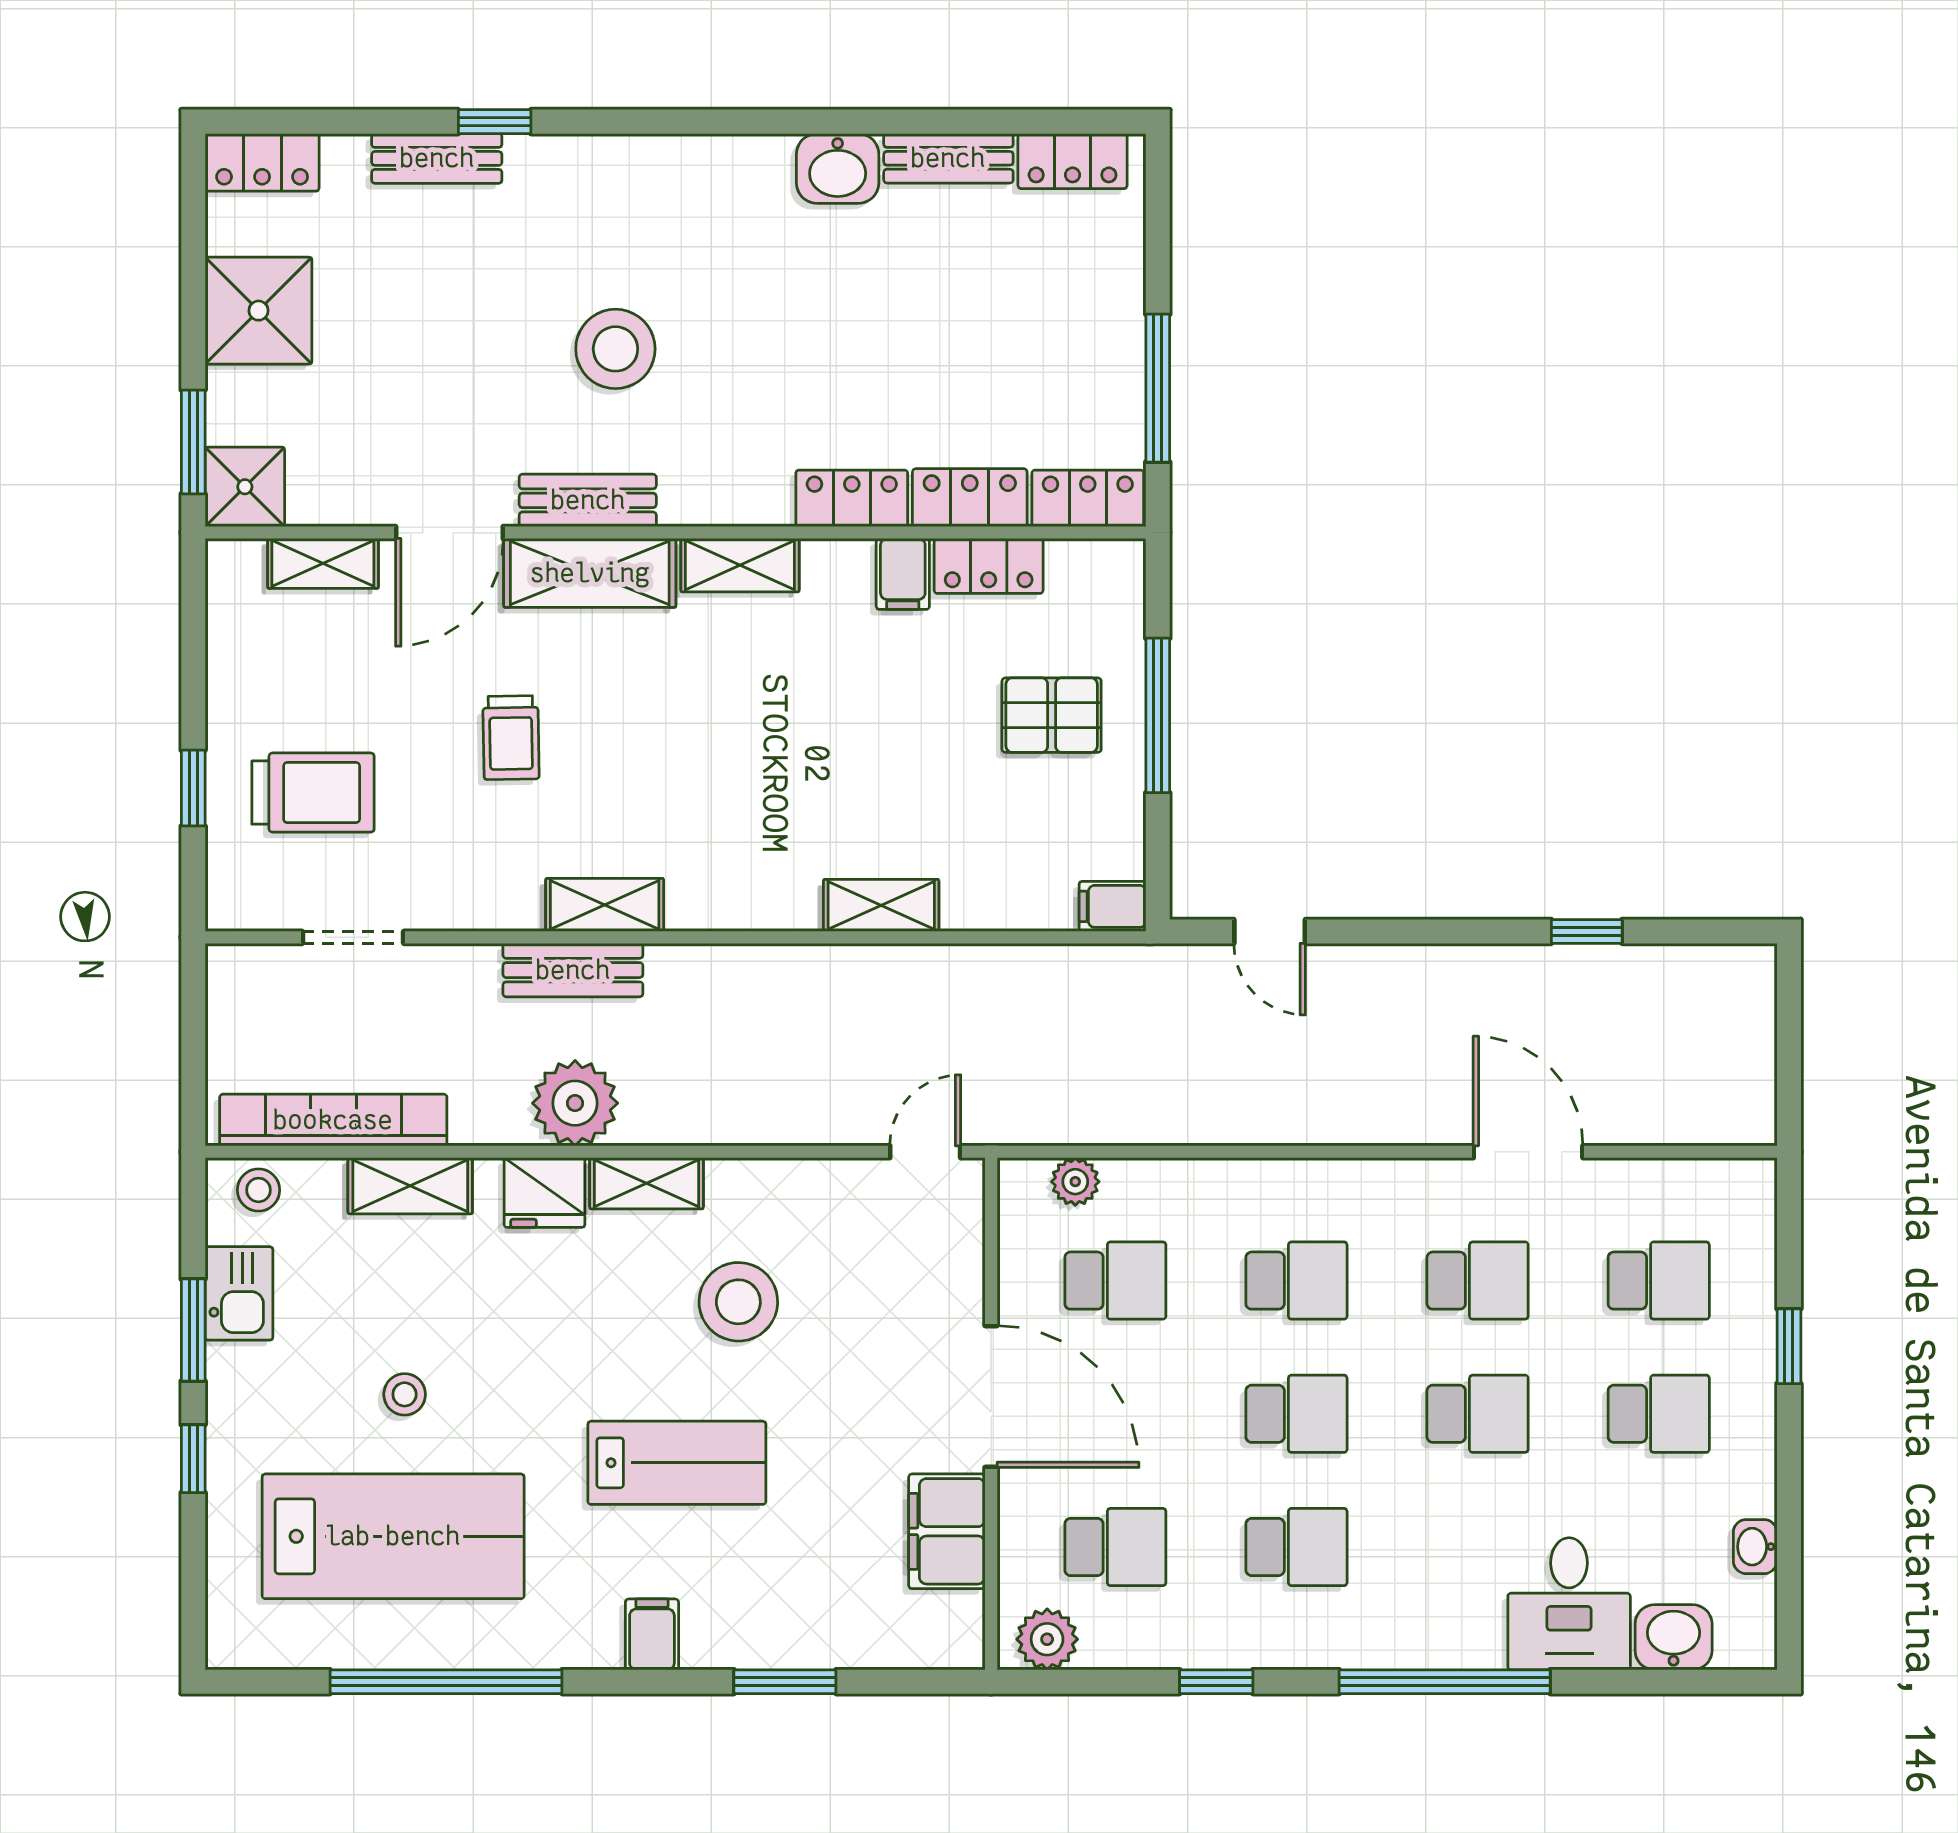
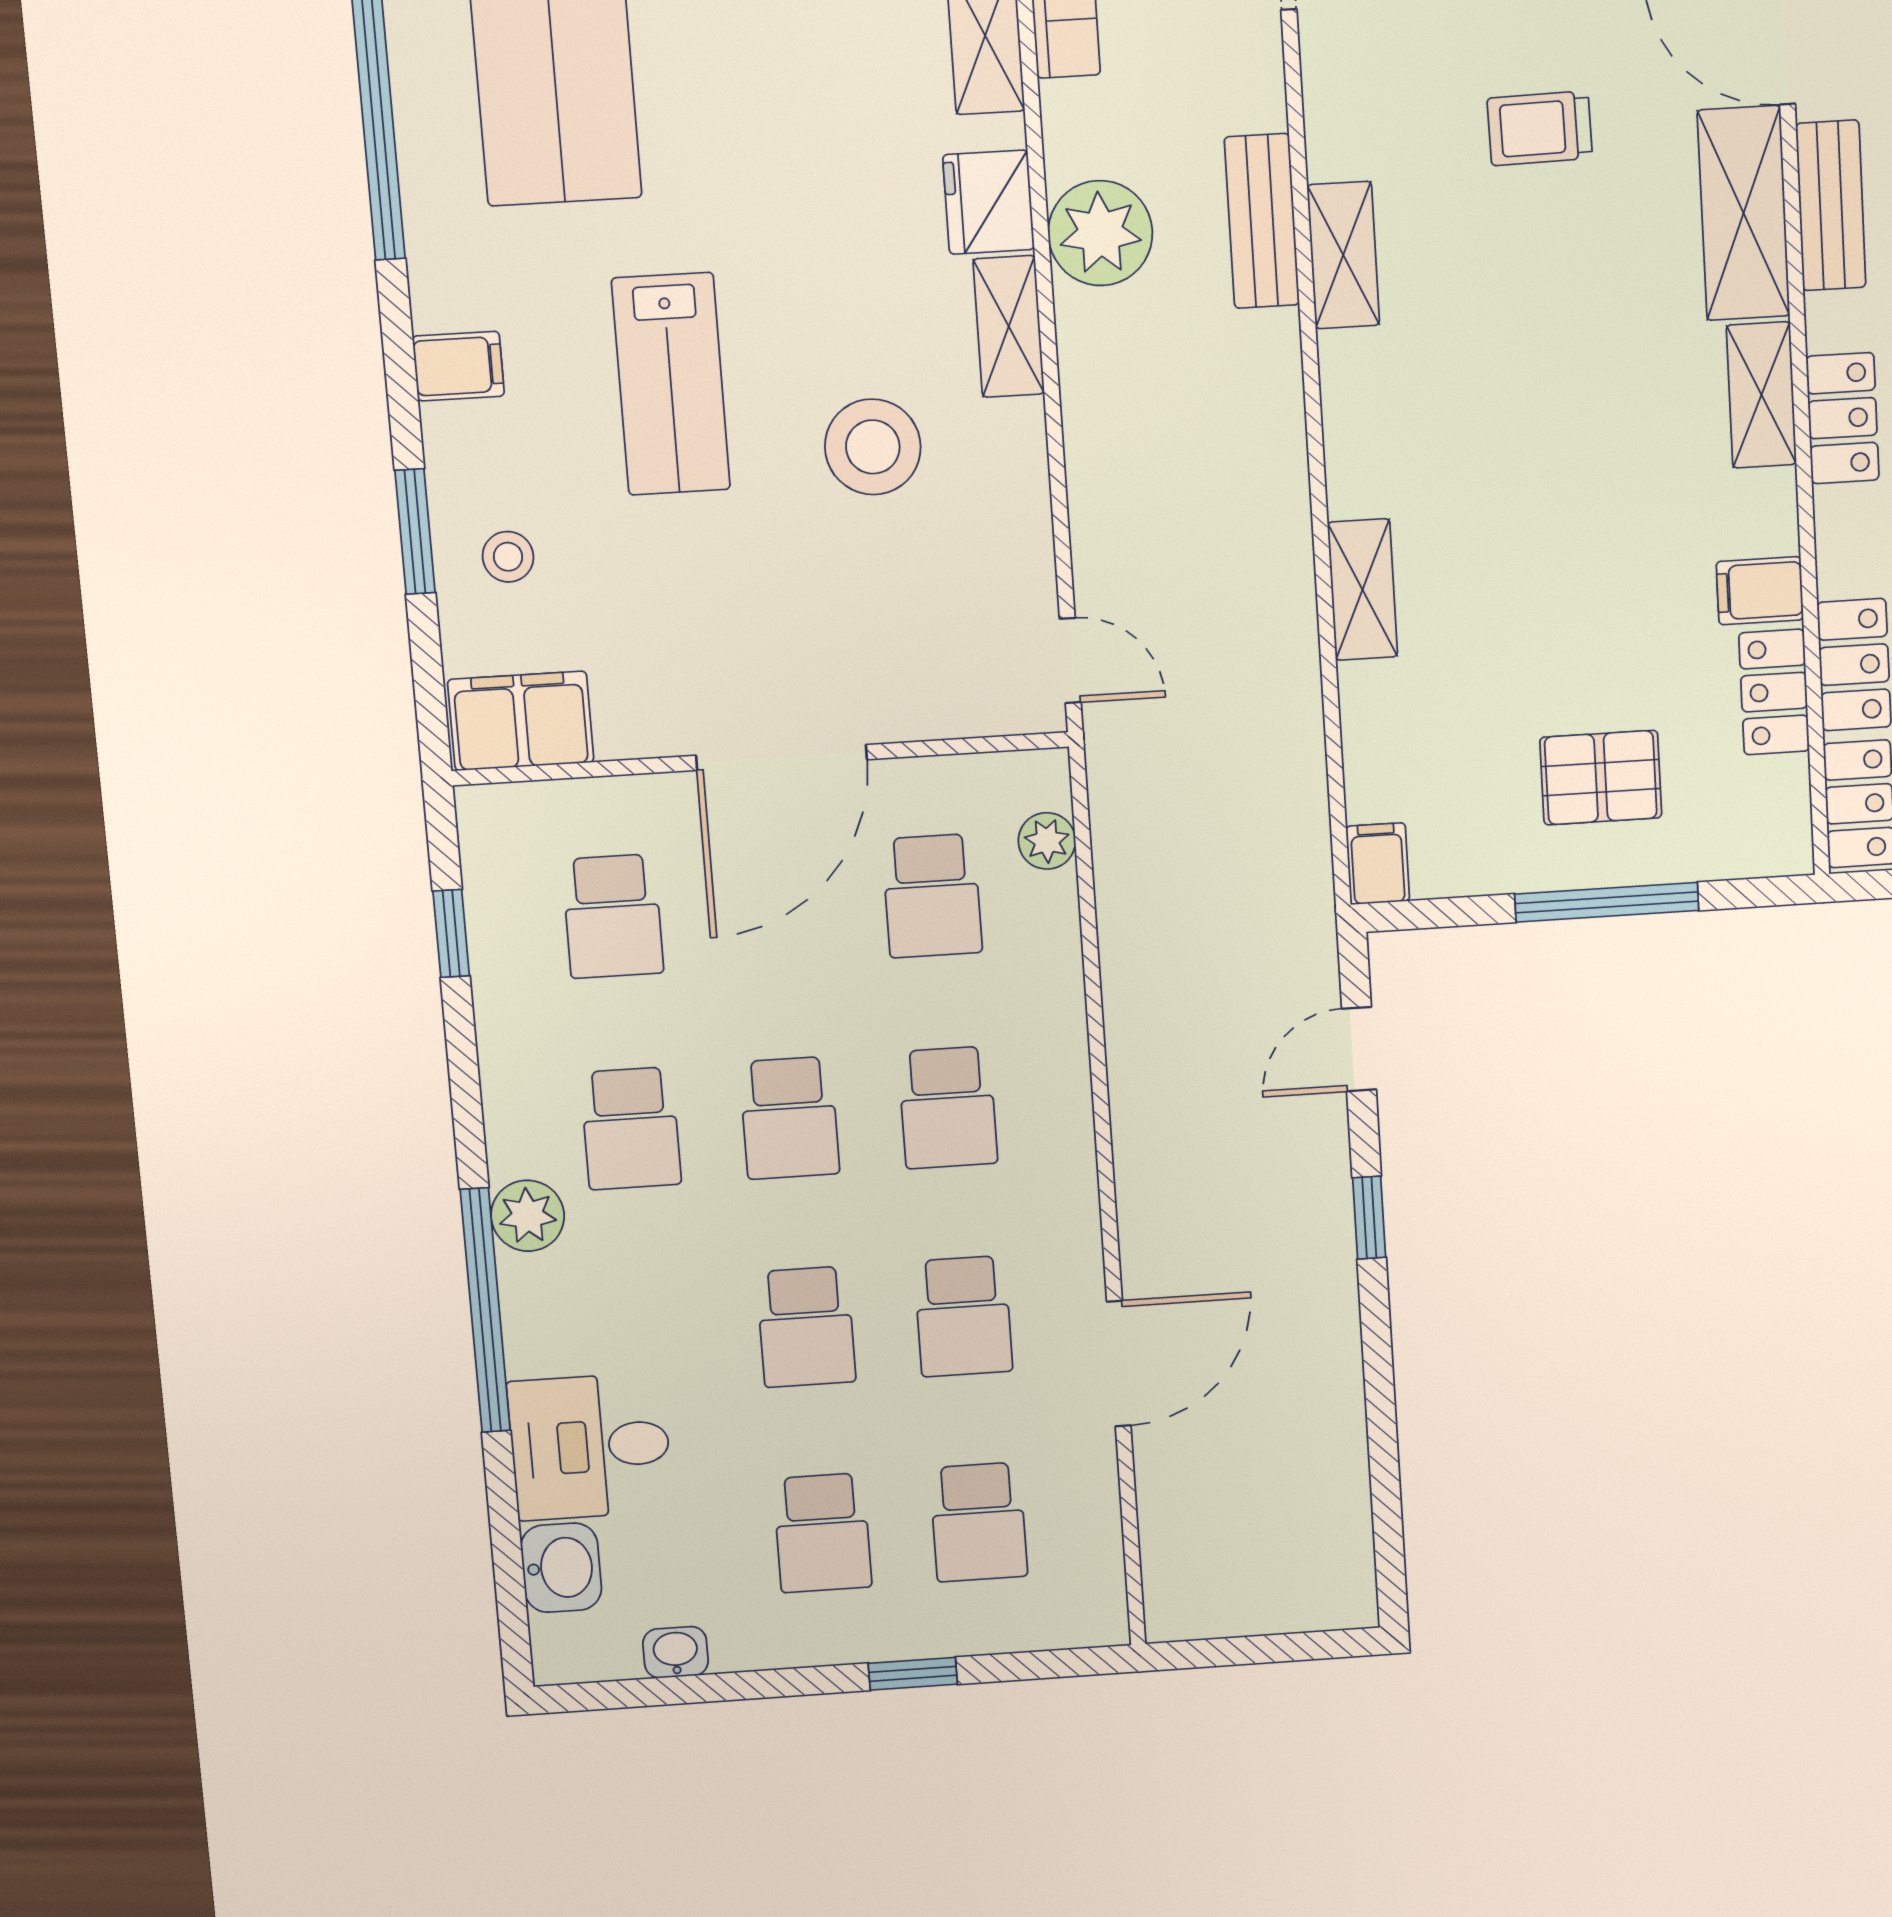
locker: (852, 498) -> (1843, 418), moved
pallet: (1052, 715) -> (1601, 778), turned 90
window: (1587, 931) -> (1369, 1218), moved
stool: (405, 1394) -> (508, 557), moved
filing cabinet: (947, 1531) -> (521, 721), moved
plant: (1047, 1639) -> (528, 1216), moved
window: (1216, 1682) -> (451, 933), moved

